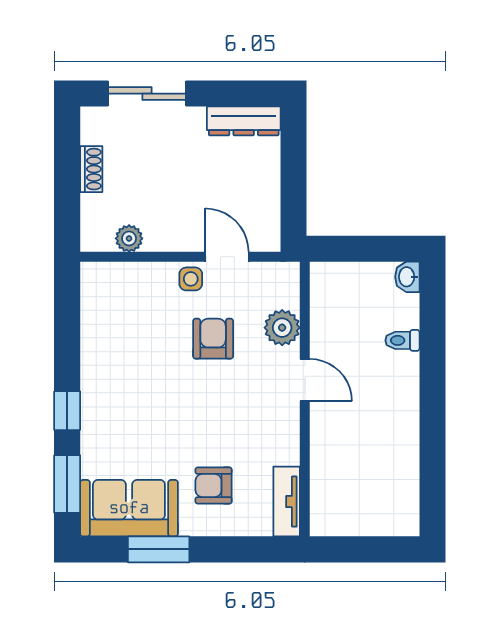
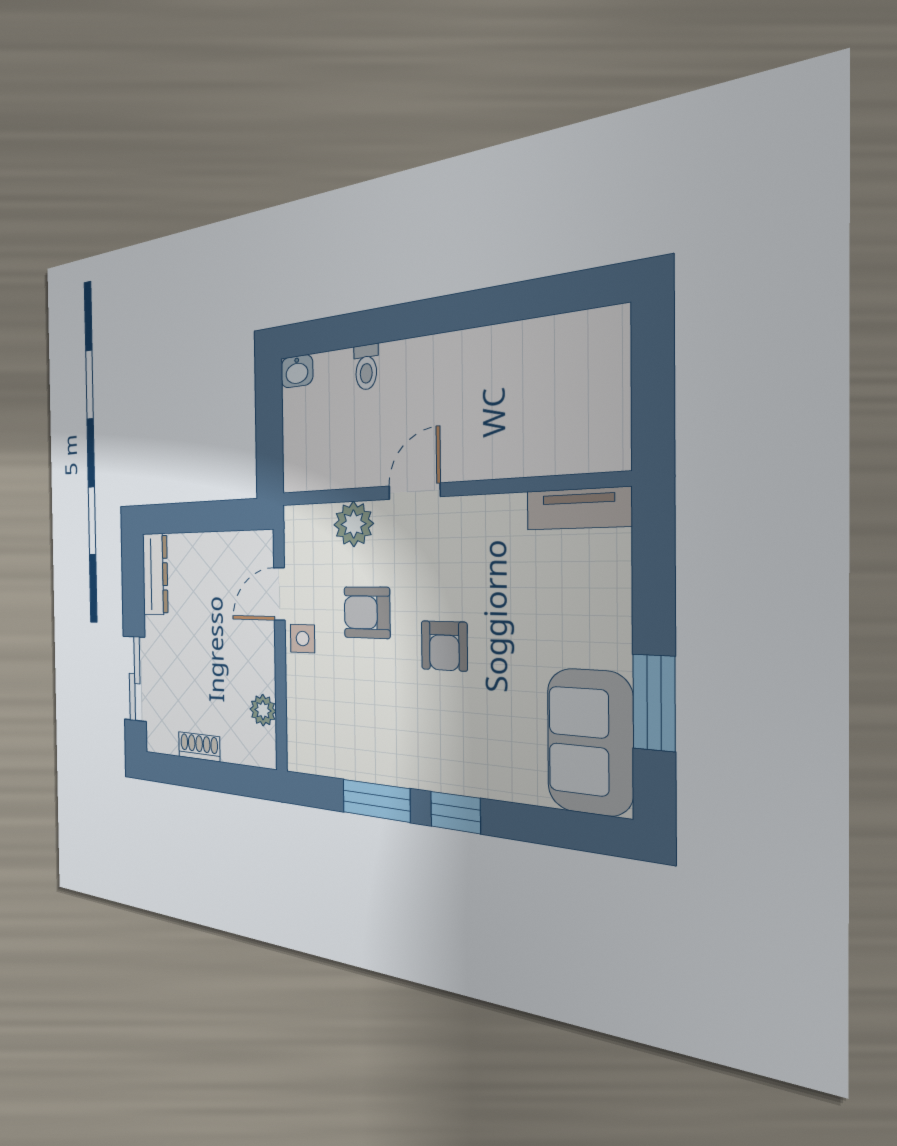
window: (67, 484) -> (376, 800), moved
armchair: (214, 486) -> (444, 646), moved

